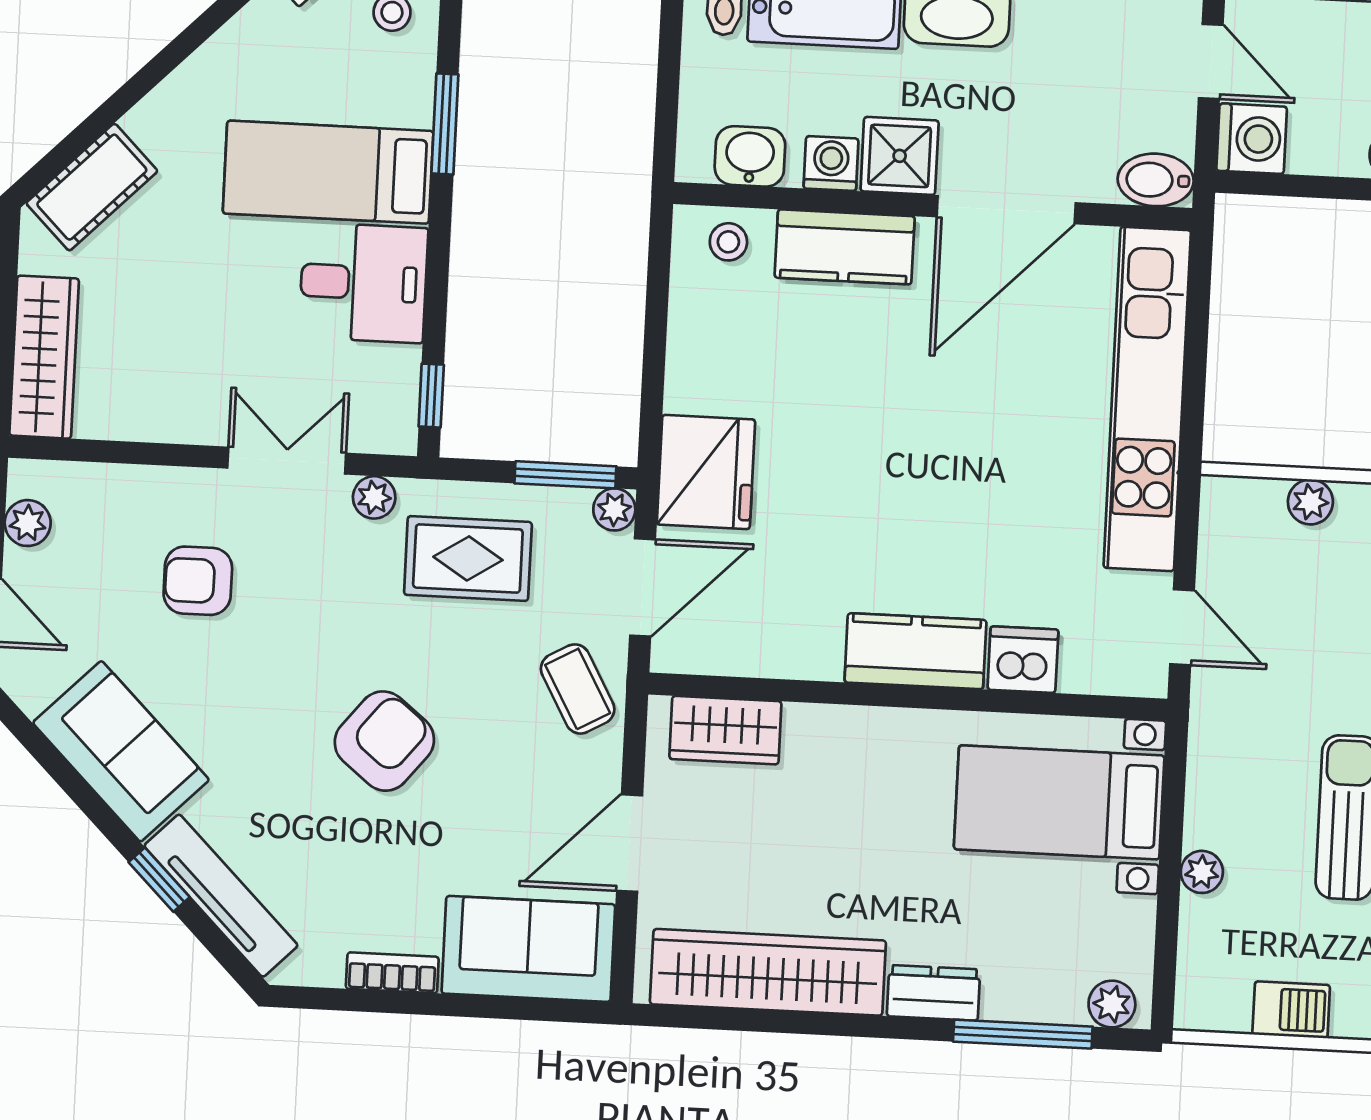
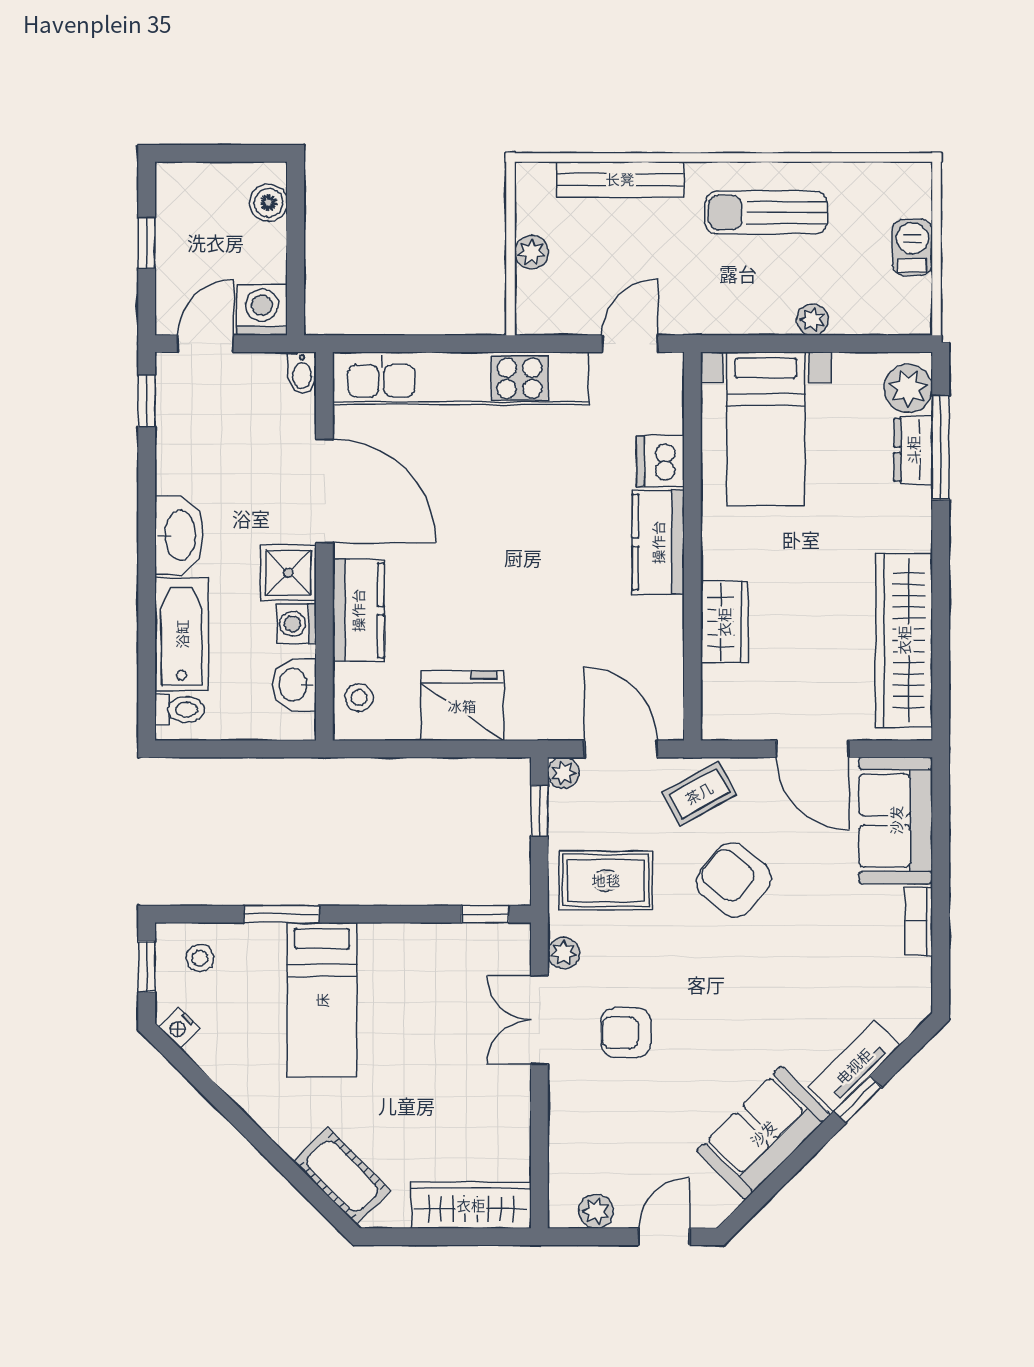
bidet: (1156, 180) -> (302, 373), width x0.72, depth x0.74
desk: (363, 283) -> (403, 969), removed
fridge: (706, 472) -> (462, 706), moved
window: (565, 475) -> (539, 811), width x0.67
rug: (468, 558) -> (606, 880), turned 90
armchair: (198, 581) -> (626, 1033), moved, turned 90
wardrobe: (725, 730) -> (724, 622), moved
armchair: (384, 741) -> (734, 880), moved
tv unit: (221, 896) -> (854, 1066), width x0.71
dresser: (933, 993) -> (913, 450), moved
plant: (1112, 1004) -> (908, 388), width x1.38, depth x1.38

